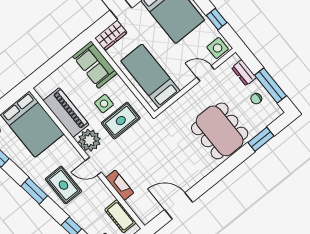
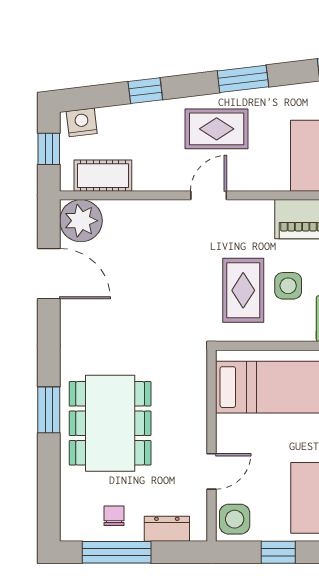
dining table: (220, 131) -> (110, 423), turned 90
window: (261, 139) -> (49, 410), moved
plant: (89, 140) -> (81, 221), moved
fireplace: (120, 185) -> (149, 212), removed
door: (179, 206) -> (49, 274), hinge flipped

